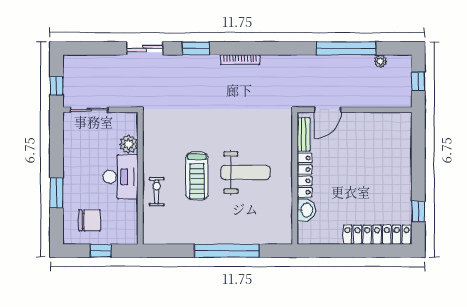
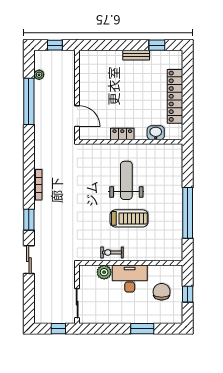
bench: (304, 134) -> (136, 55), moved
locker: (305, 175) -> (122, 134), width x0.66
exercise bike: (157, 192) -> (112, 252), moved
chair: (89, 220) -> (162, 292), moved
locker: (377, 235) -> (175, 96), moved
window: (227, 251) -> (188, 213), moved

